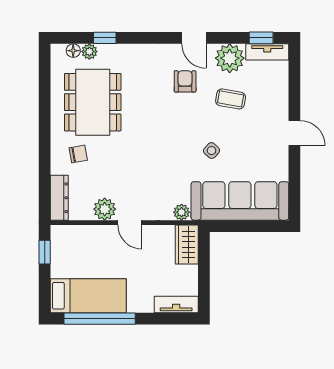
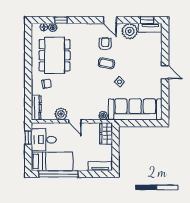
coffee table: (231, 99) -> (106, 63), moved
desk: (73, 256) -> (44, 140), added

